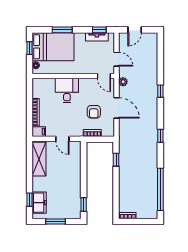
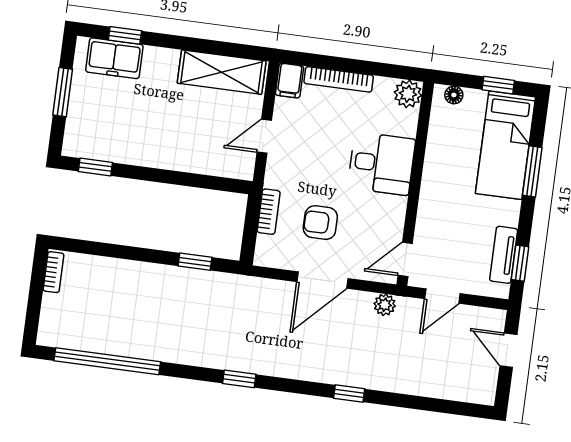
bed: (53, 47) -> (505, 145), width x0.67
plant: (38, 84) -> (408, 94), added

